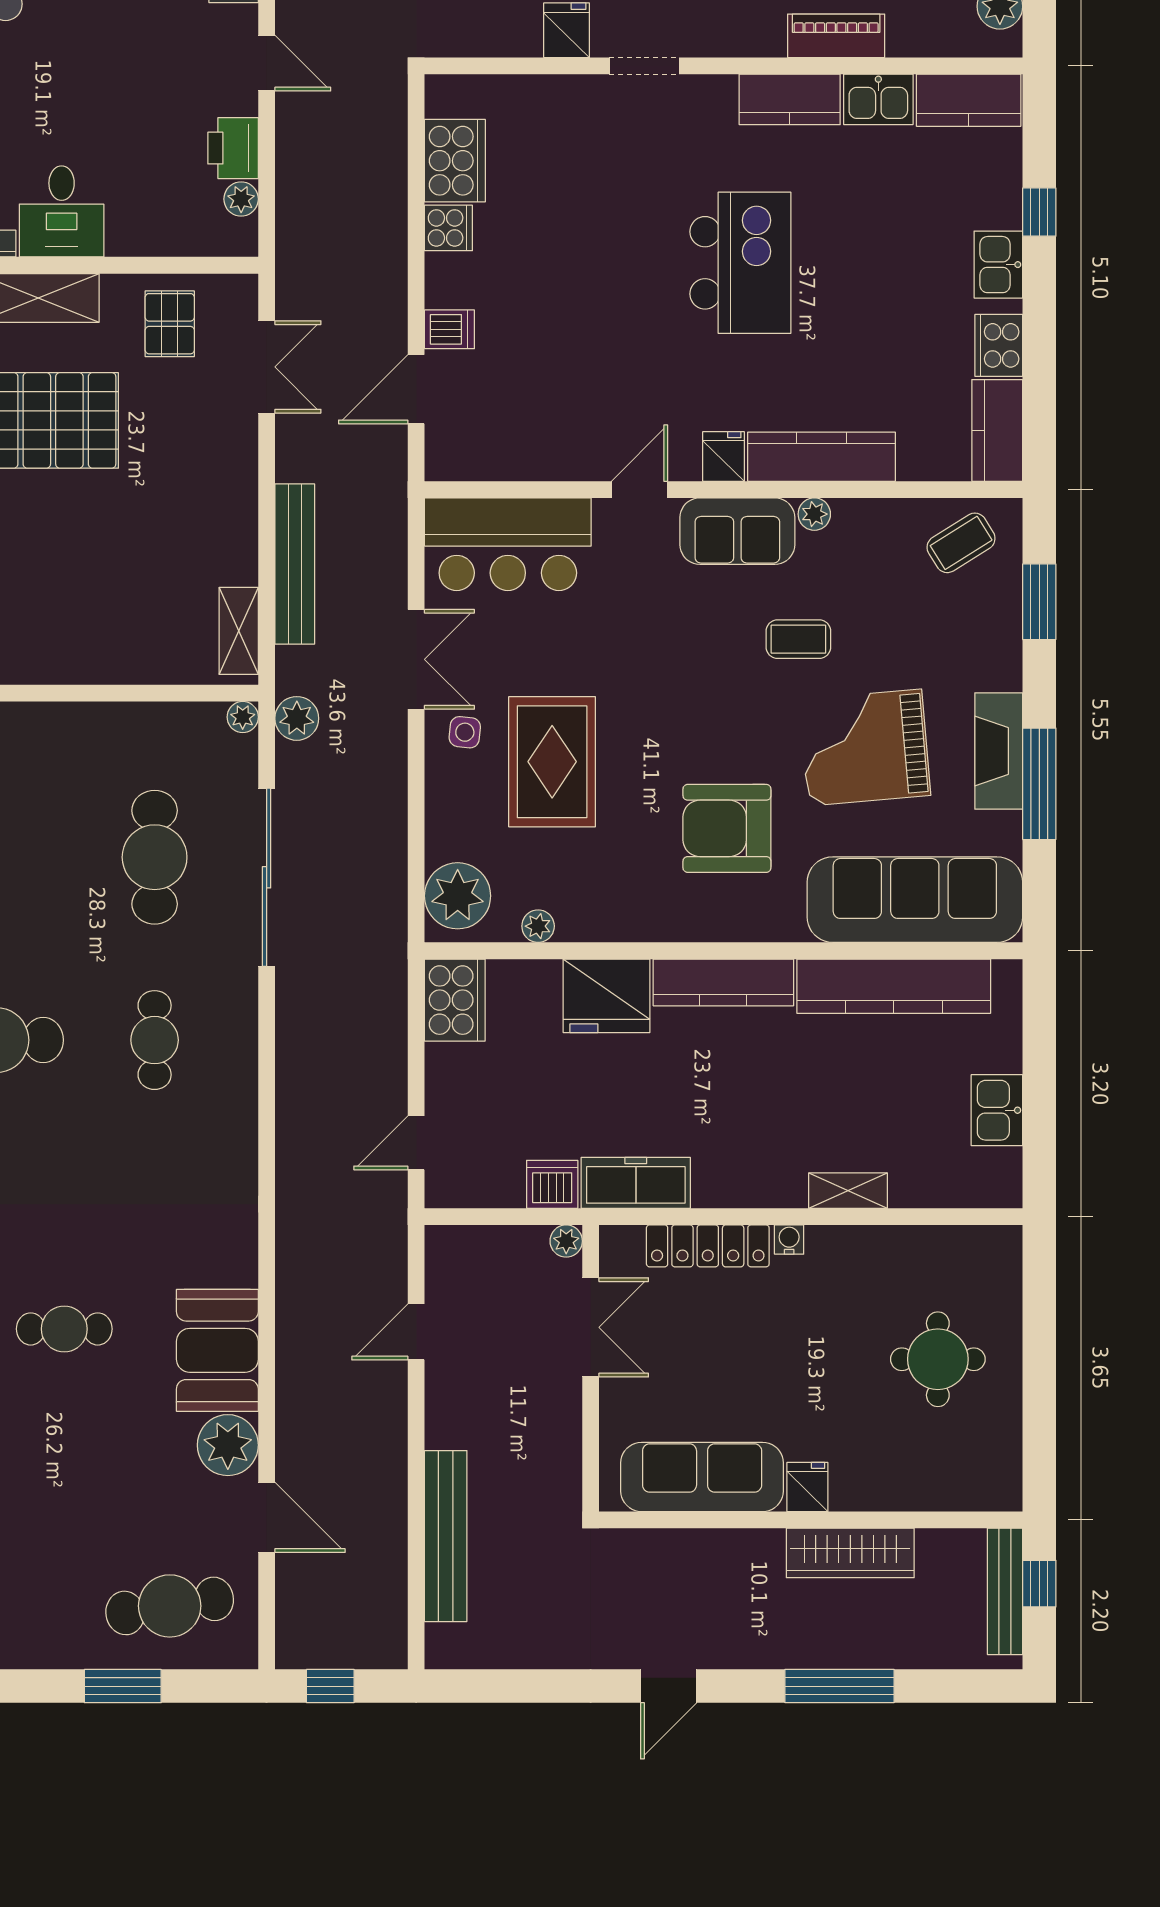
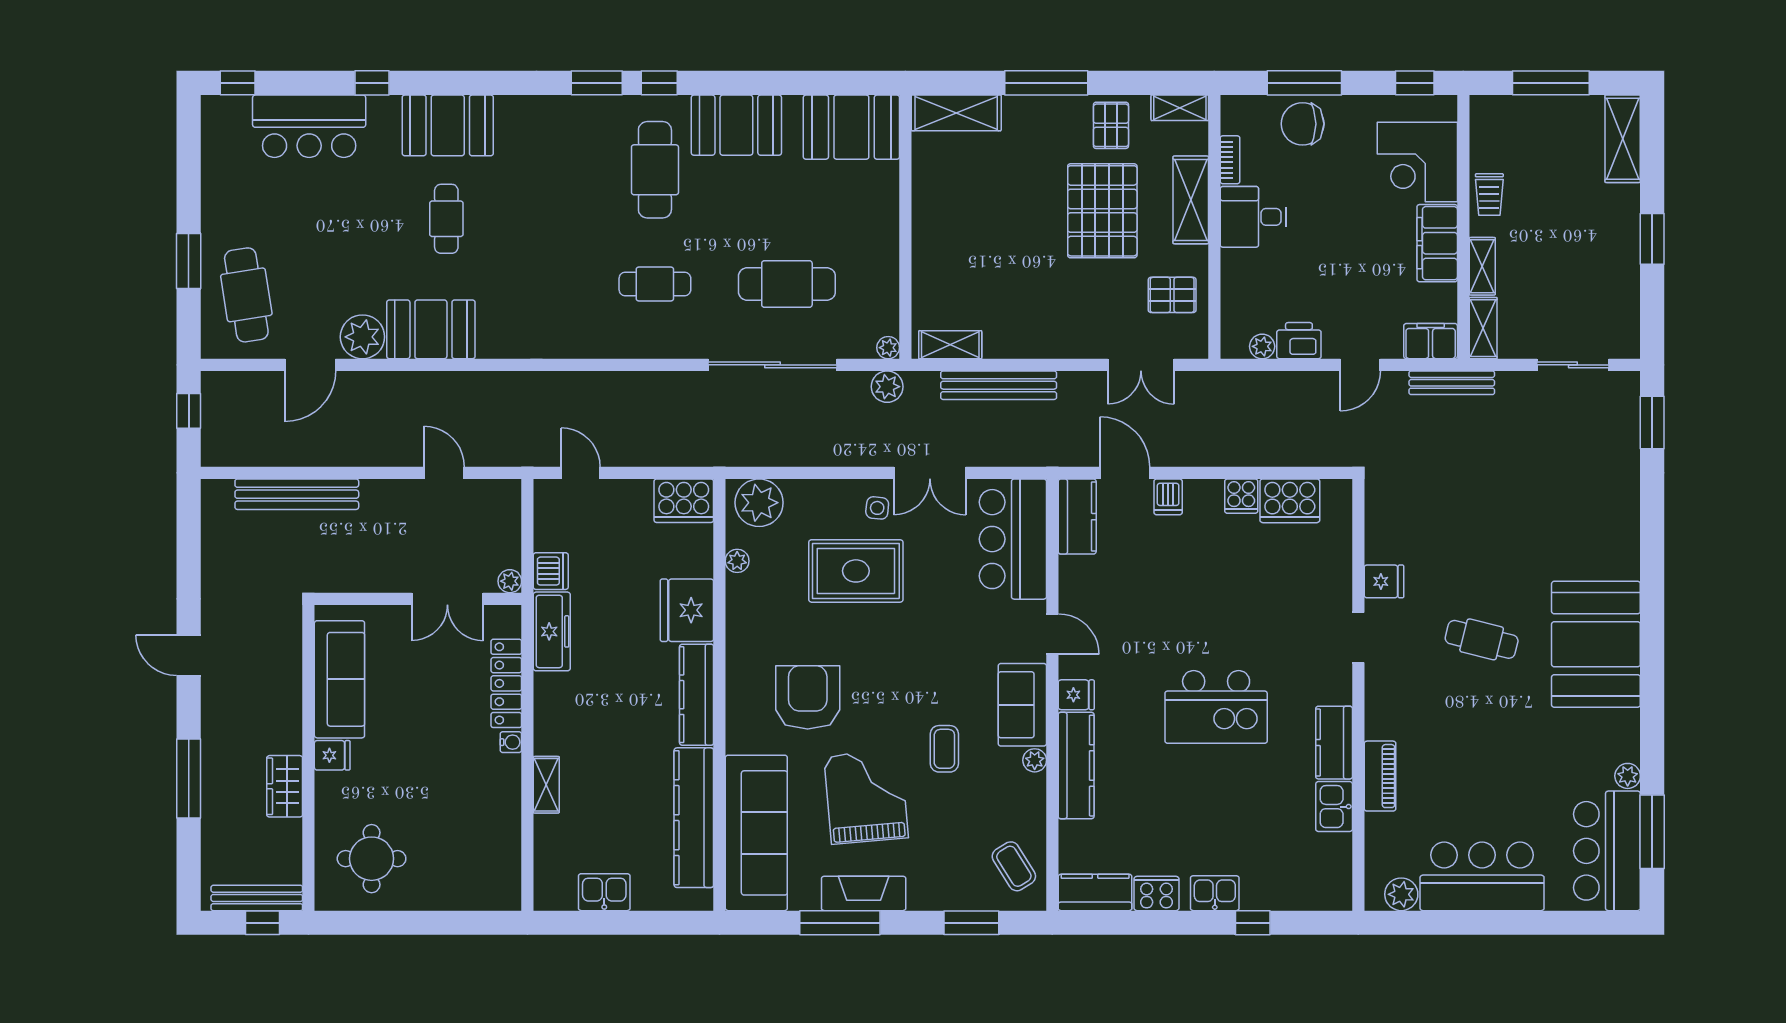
kitchen counter: (969, 100) -> (1077, 517), moved, turned 180
round table: (938, 1359) -> (372, 859), moved
wardrobe: (850, 1553) -> (285, 786), width x0.67

